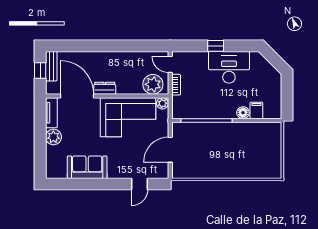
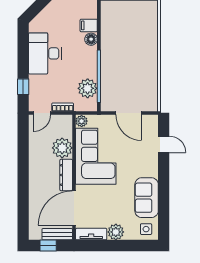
window: (216, 46) -> (23, 87), moved
bench: (51, 66) -> (57, 234), moved
plant: (153, 84) -> (62, 148), moved
dresser: (105, 88) -> (66, 175), width x1.44
plant: (195, 109) -> (88, 88), added
side table: (56, 167) -> (146, 229), added

